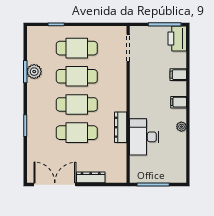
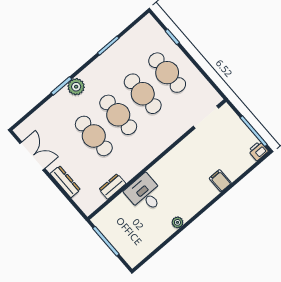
printer: (177, 39) -> (258, 151), width x0.53, depth x0.68
plant: (34, 72) -> (76, 87), moved
filing cabinet: (179, 102) -> (197, 202), removed
dresser: (121, 127) -> (112, 186), moved, width x0.70
desk: (144, 137) -> (145, 194), width x0.73
double door: (55, 185) -> (32, 156), width x0.73

